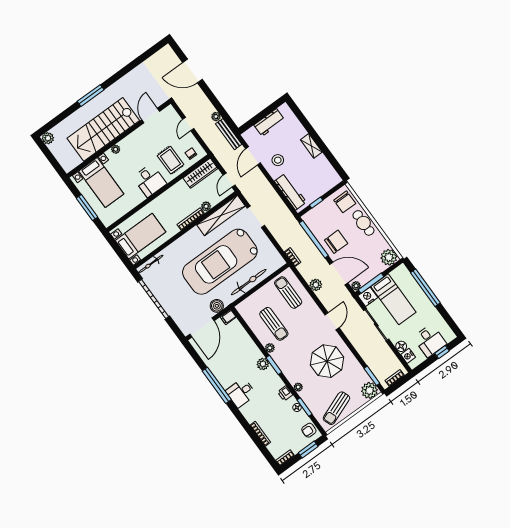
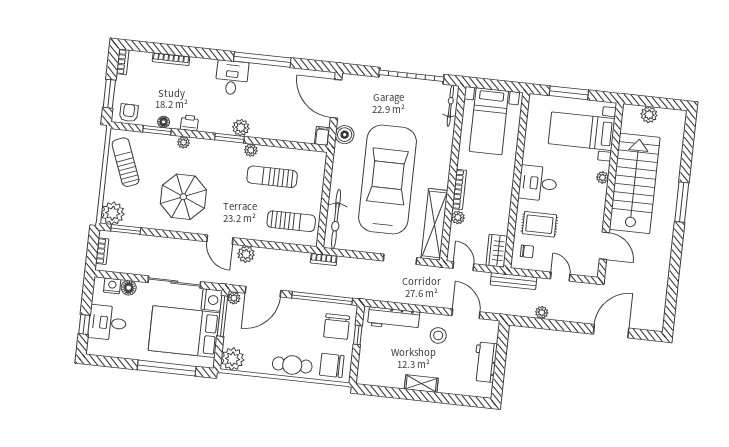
bench: (229, 134) -> (514, 281), moved
plant: (48, 138) -> (649, 115), moved
wardrobe: (200, 173) -> (497, 251), width x0.67
chair: (336, 242) -> (337, 327), moved
bicycle: (249, 282) -> (336, 219), moved
plant: (316, 285) -> (246, 254), moved
bed: (393, 299) -> (184, 332), width x1.50

